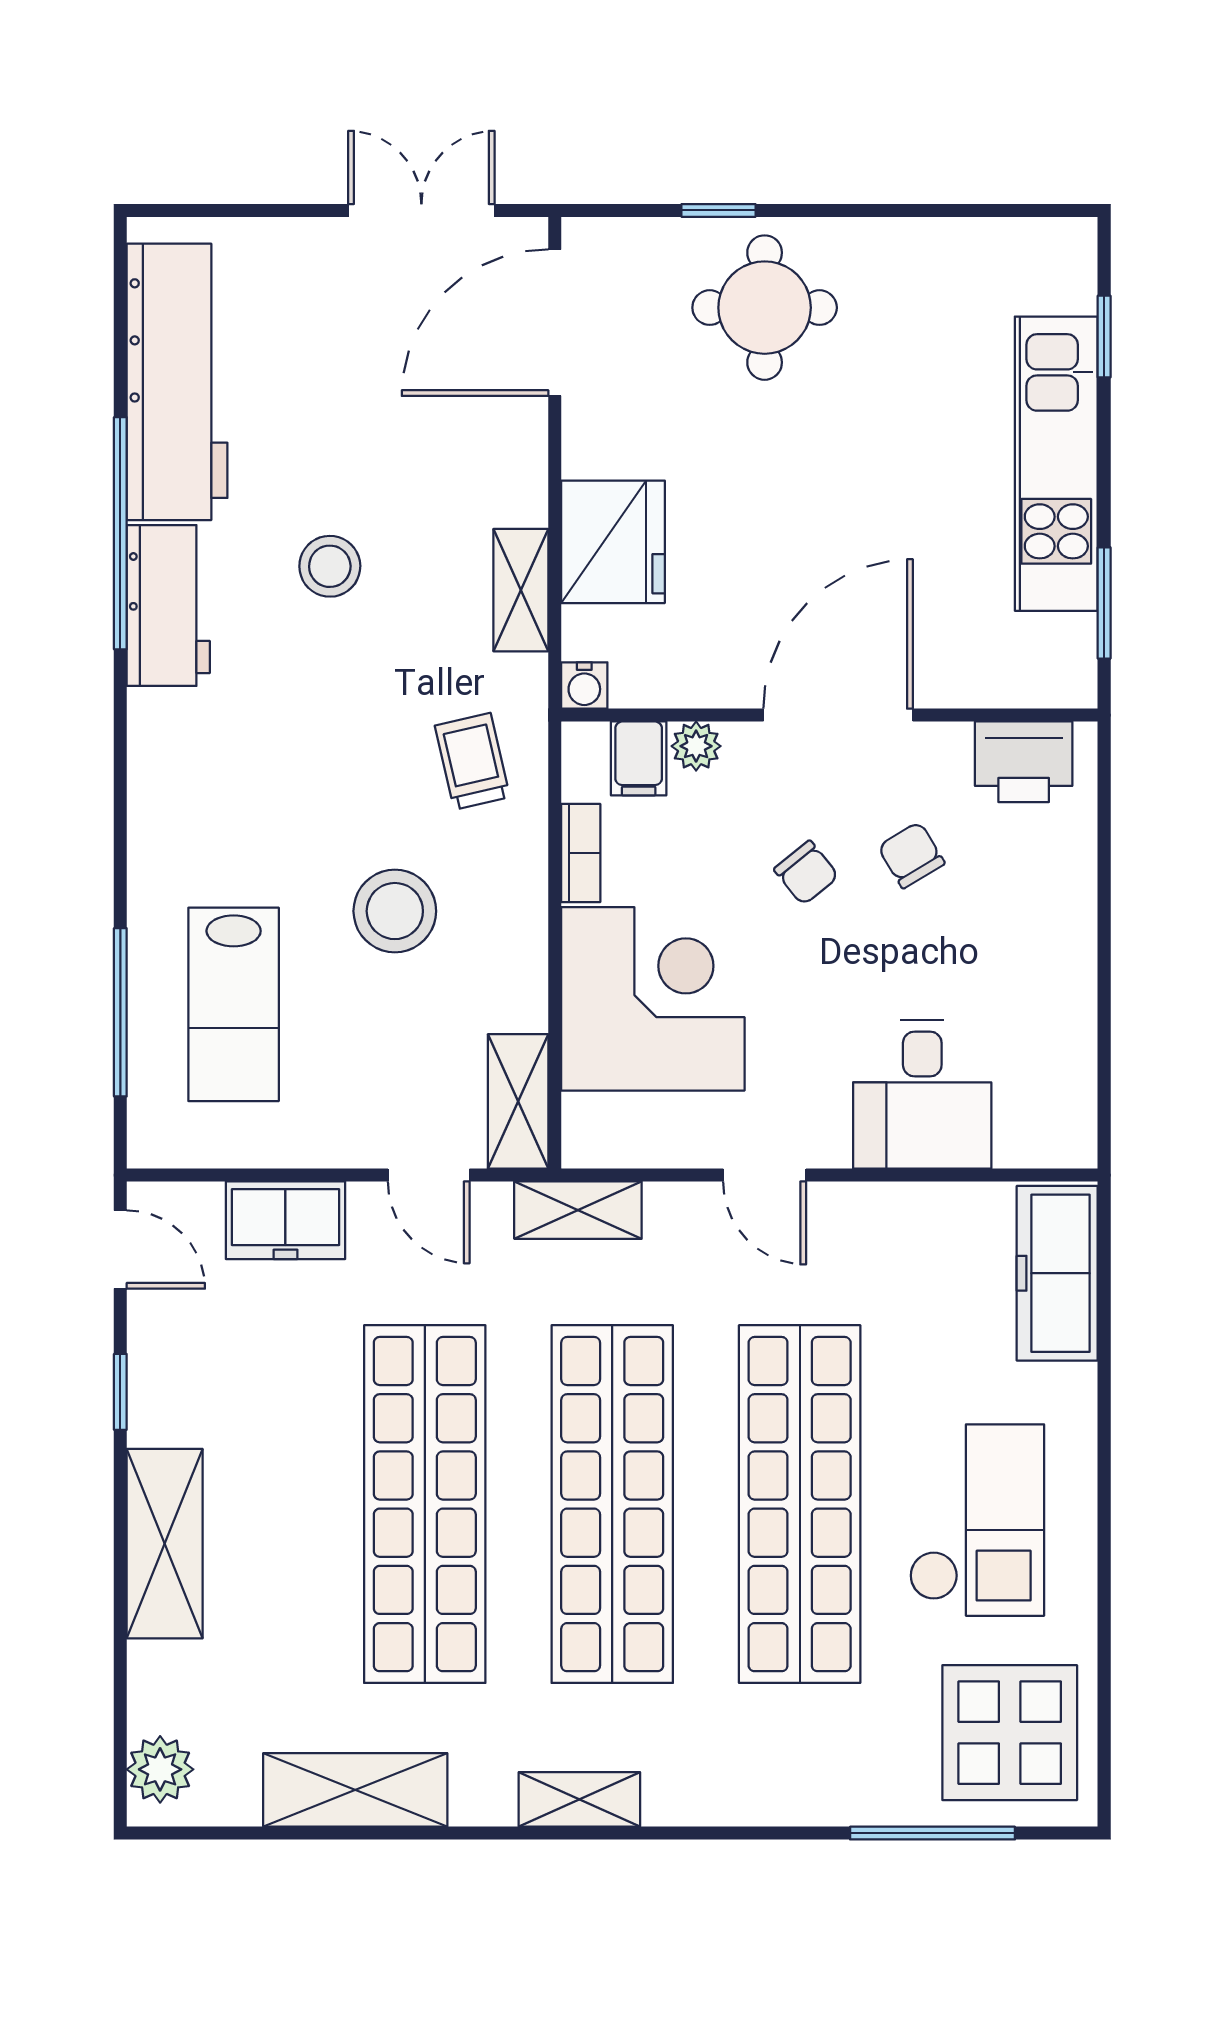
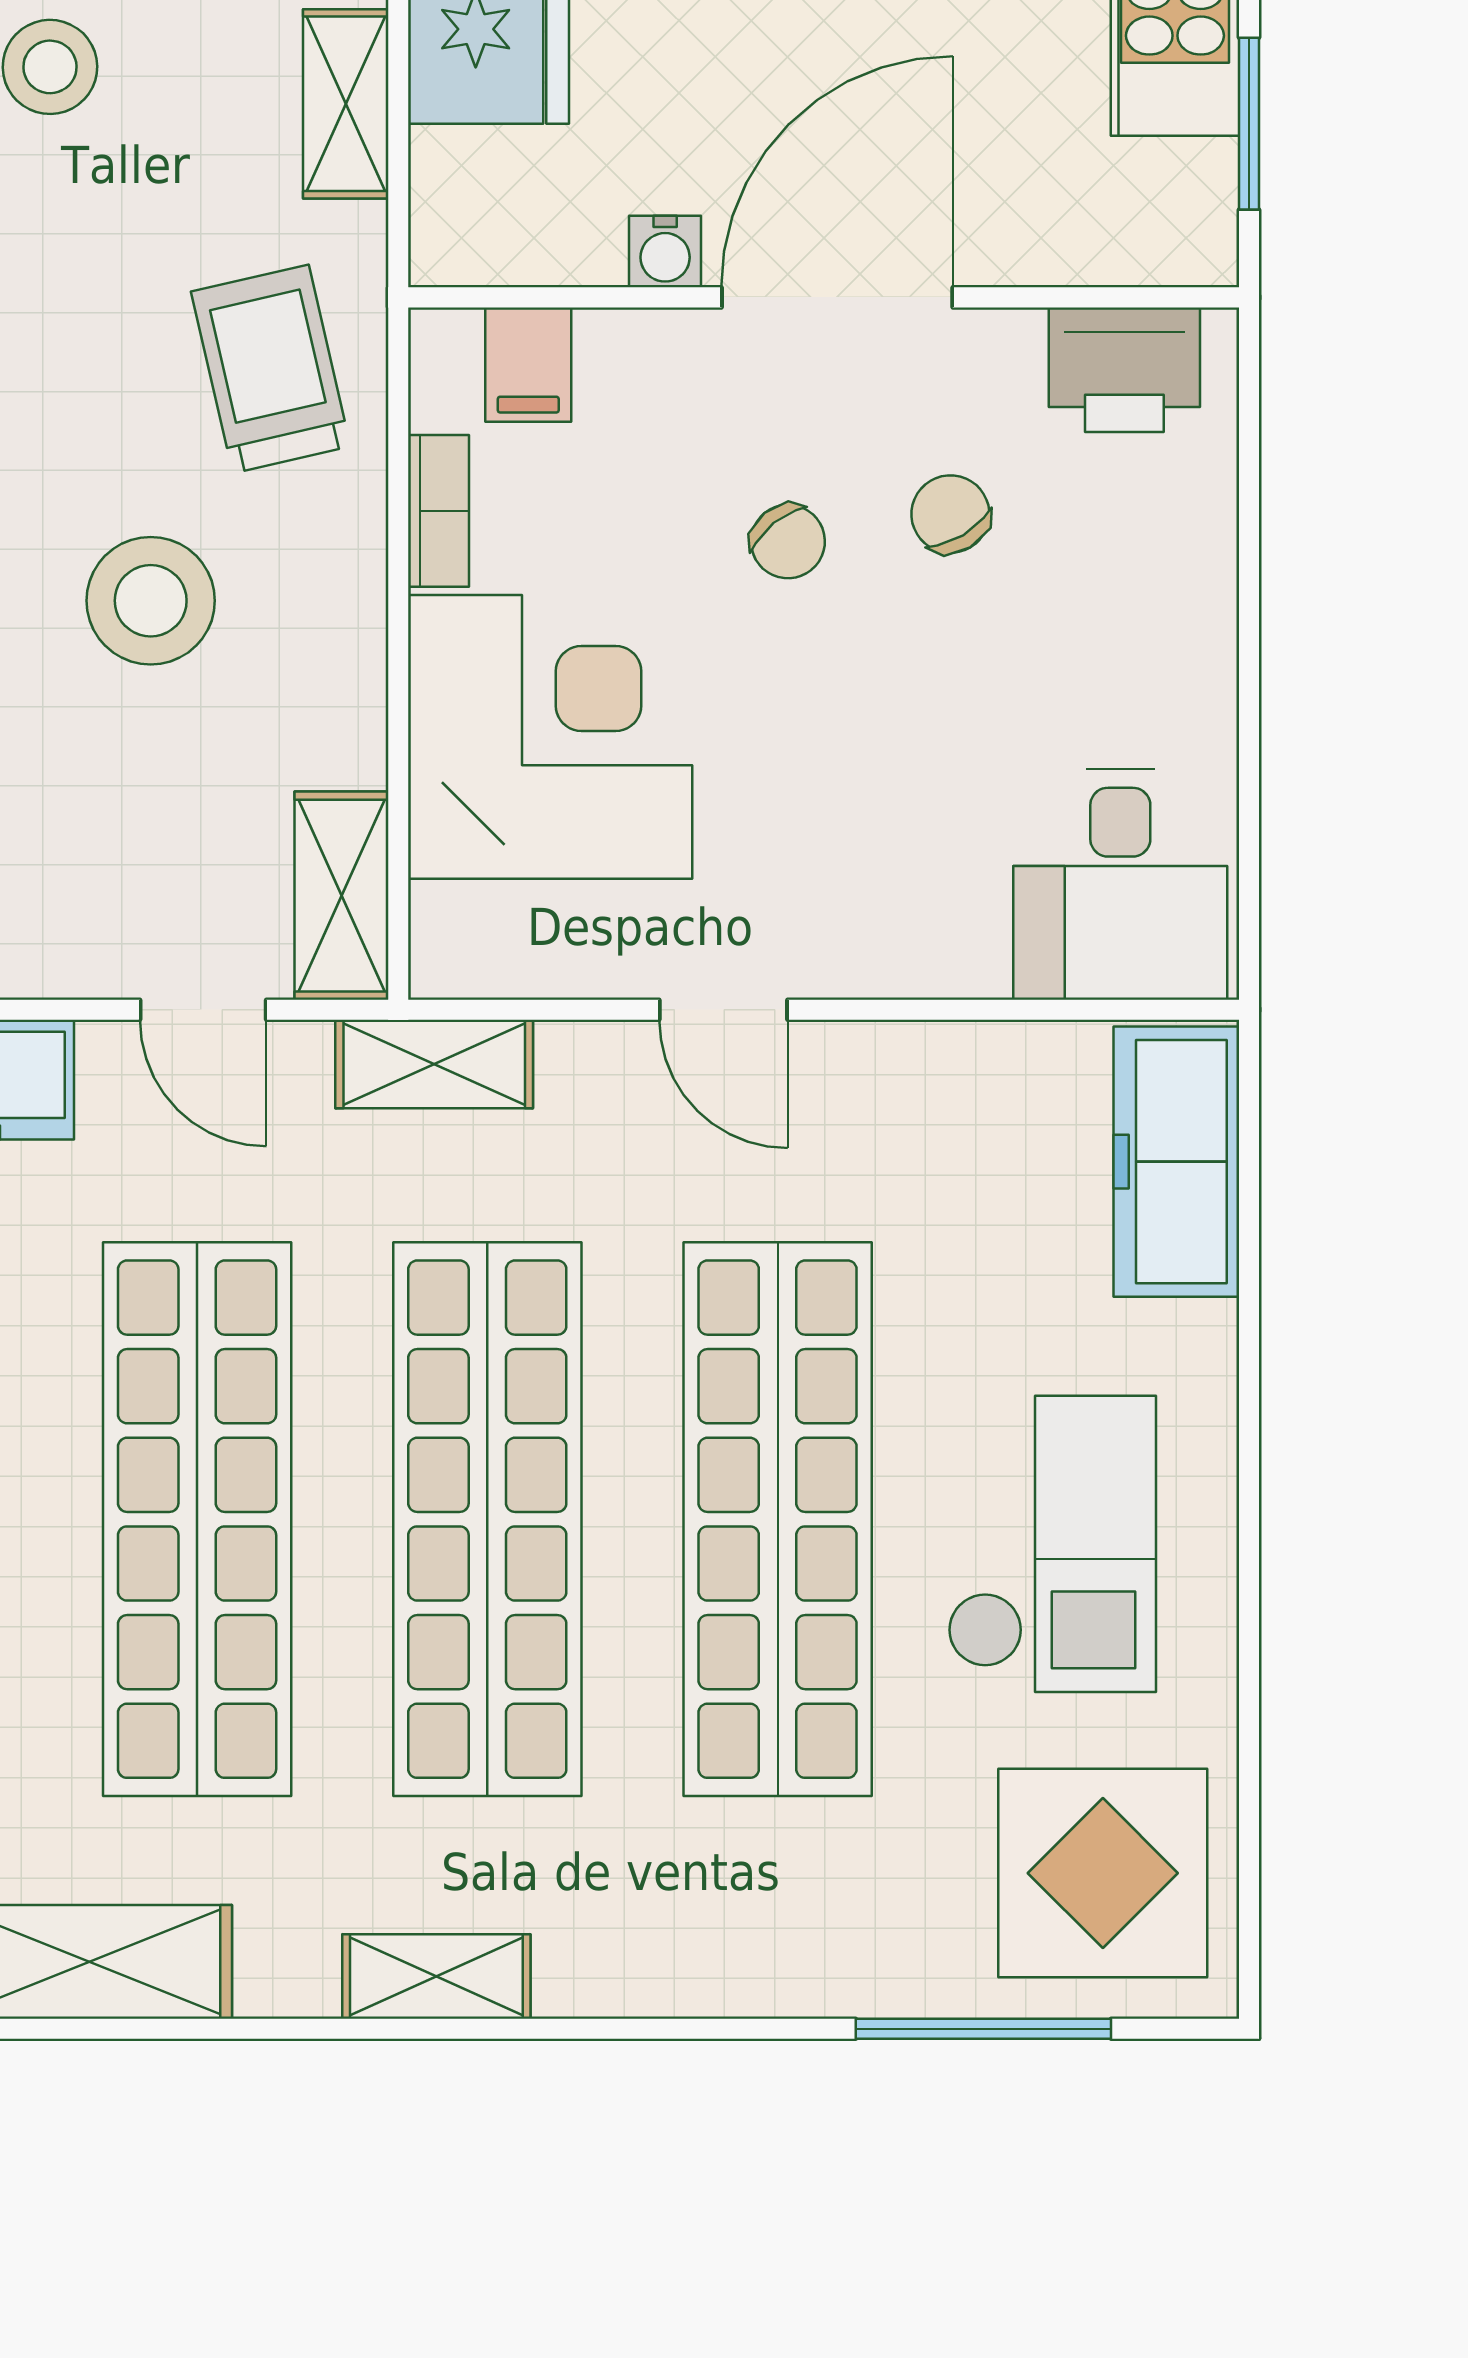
water cooler: (584, 686) -> (665, 252), moved
plant: (696, 746) -> (617, 345), removed
trolley: (472, 761) -> (271, 369), width x1.36, depth x1.39
desk: (922, 1094) -> (1120, 884), moved

